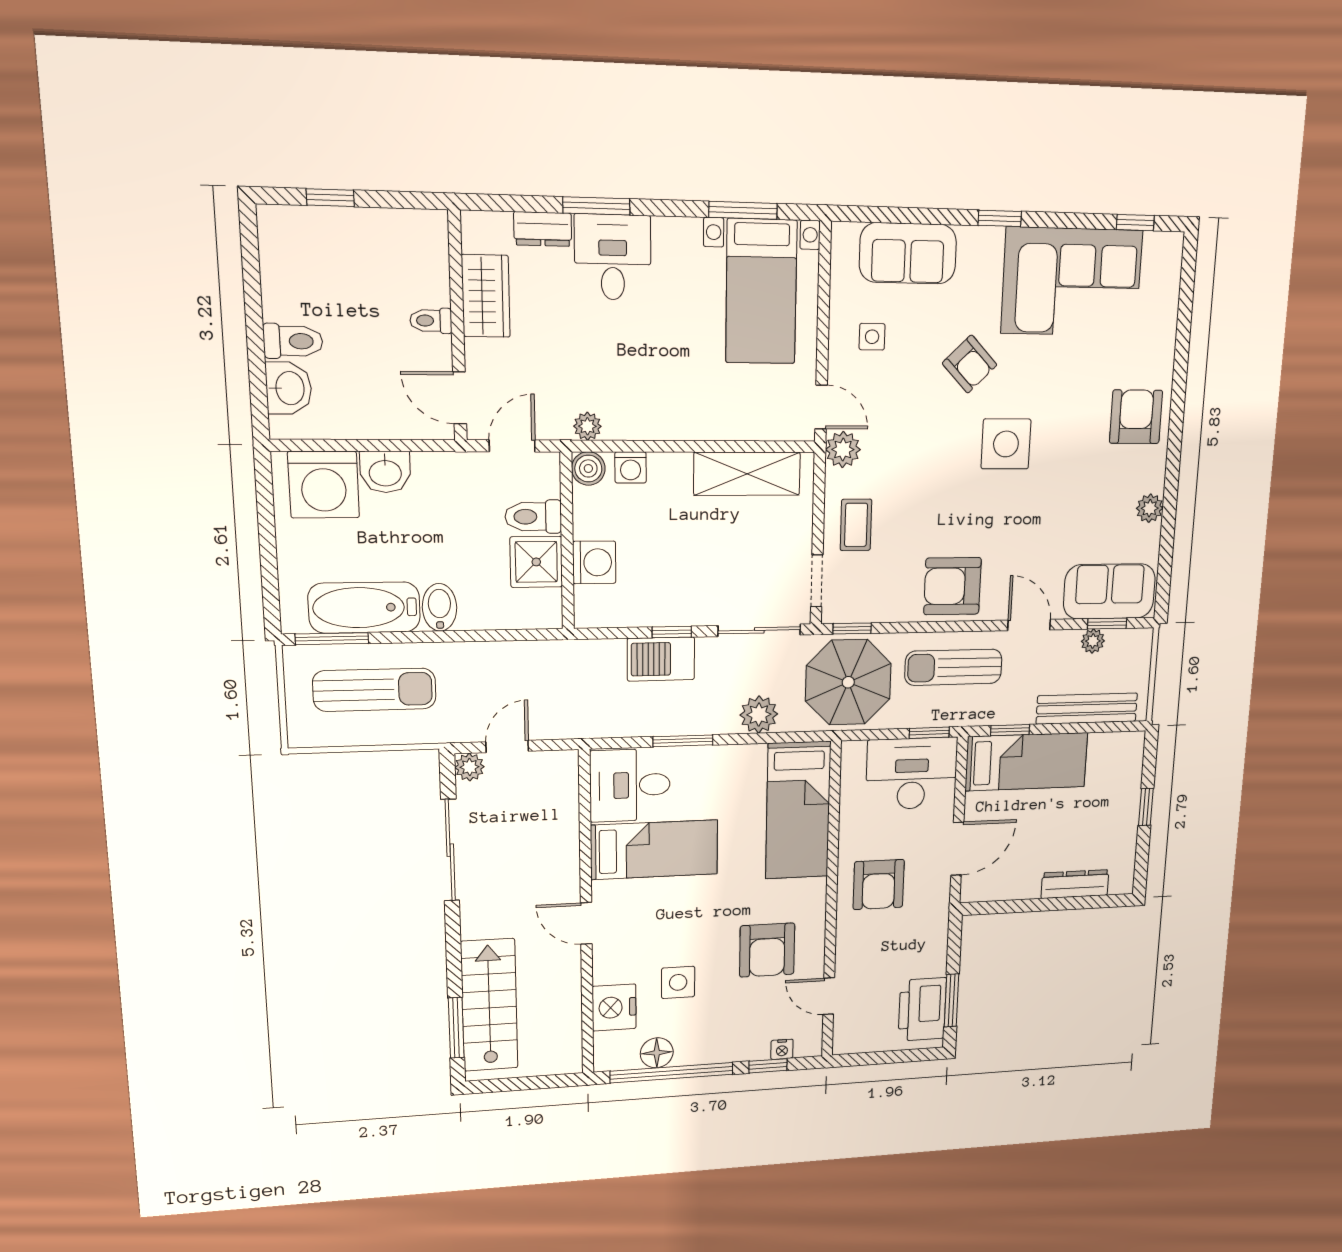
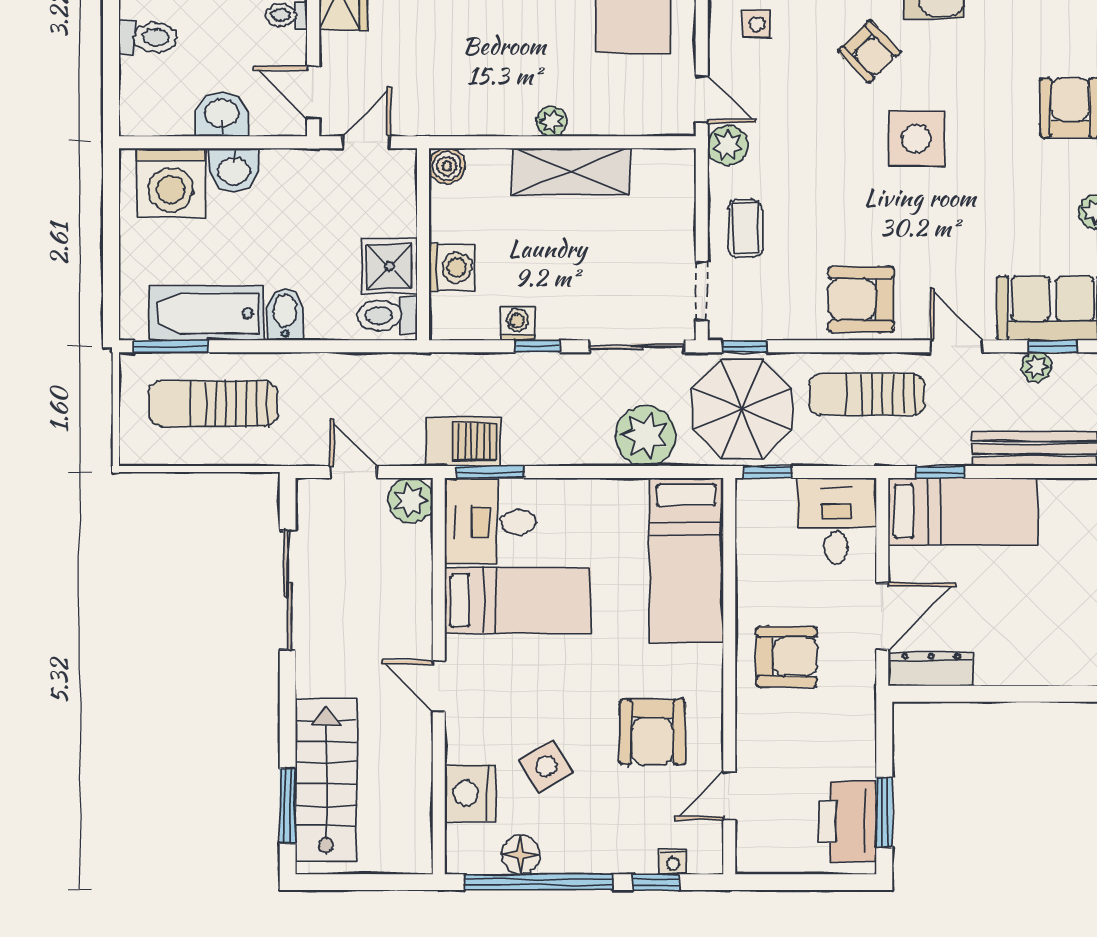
washbasin: (289, 388) -> (222, 114), moved, turned -90
plant: (587, 426) -> (552, 121), moved
washing machine: (631, 467) -> (517, 324), moved, turned 180
shelving: (747, 474) -> (571, 172), moved
toilet: (533, 517) -> (387, 315), moved
barbecue: (661, 659) -> (463, 442), moved, turned 180
sun lounger: (375, 690) -> (213, 404), turned 180
plant: (759, 715) -> (646, 436), width x1.36, depth x1.36
window: (929, 733) -> (768, 472), moved
window: (683, 741) -> (490, 472), moved
door: (507, 746) -> (354, 472), hinge flipped
plant: (470, 767) -> (410, 500), moved, width x1.38, depth x1.38
desk: (912, 774) -> (837, 521), width x0.73
dresser: (1075, 884) -> (931, 669), moved
armchair: (879, 885) -> (786, 657), turned -90
side table: (678, 982) -> (546, 766), turned -32
door: (829, 996) -> (729, 796), hinge flipped

